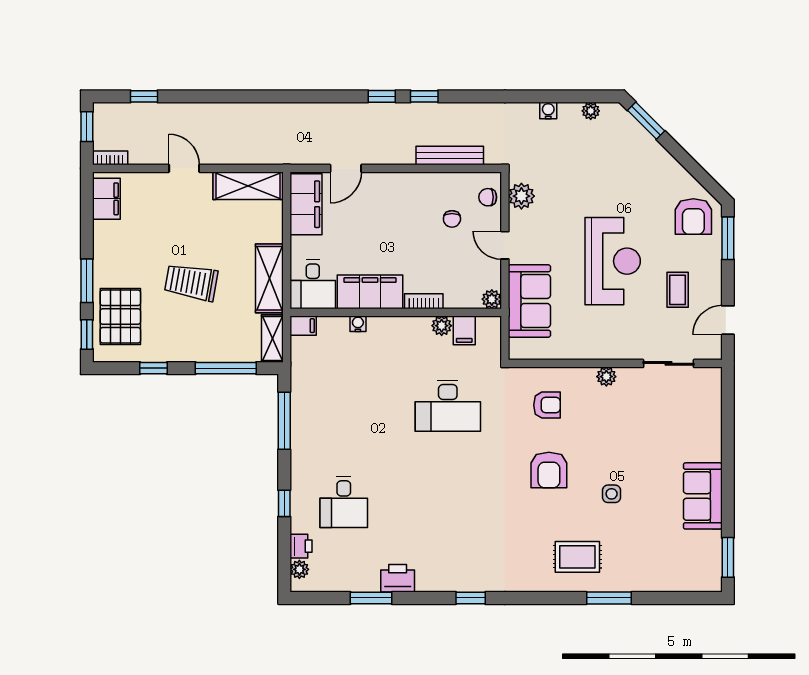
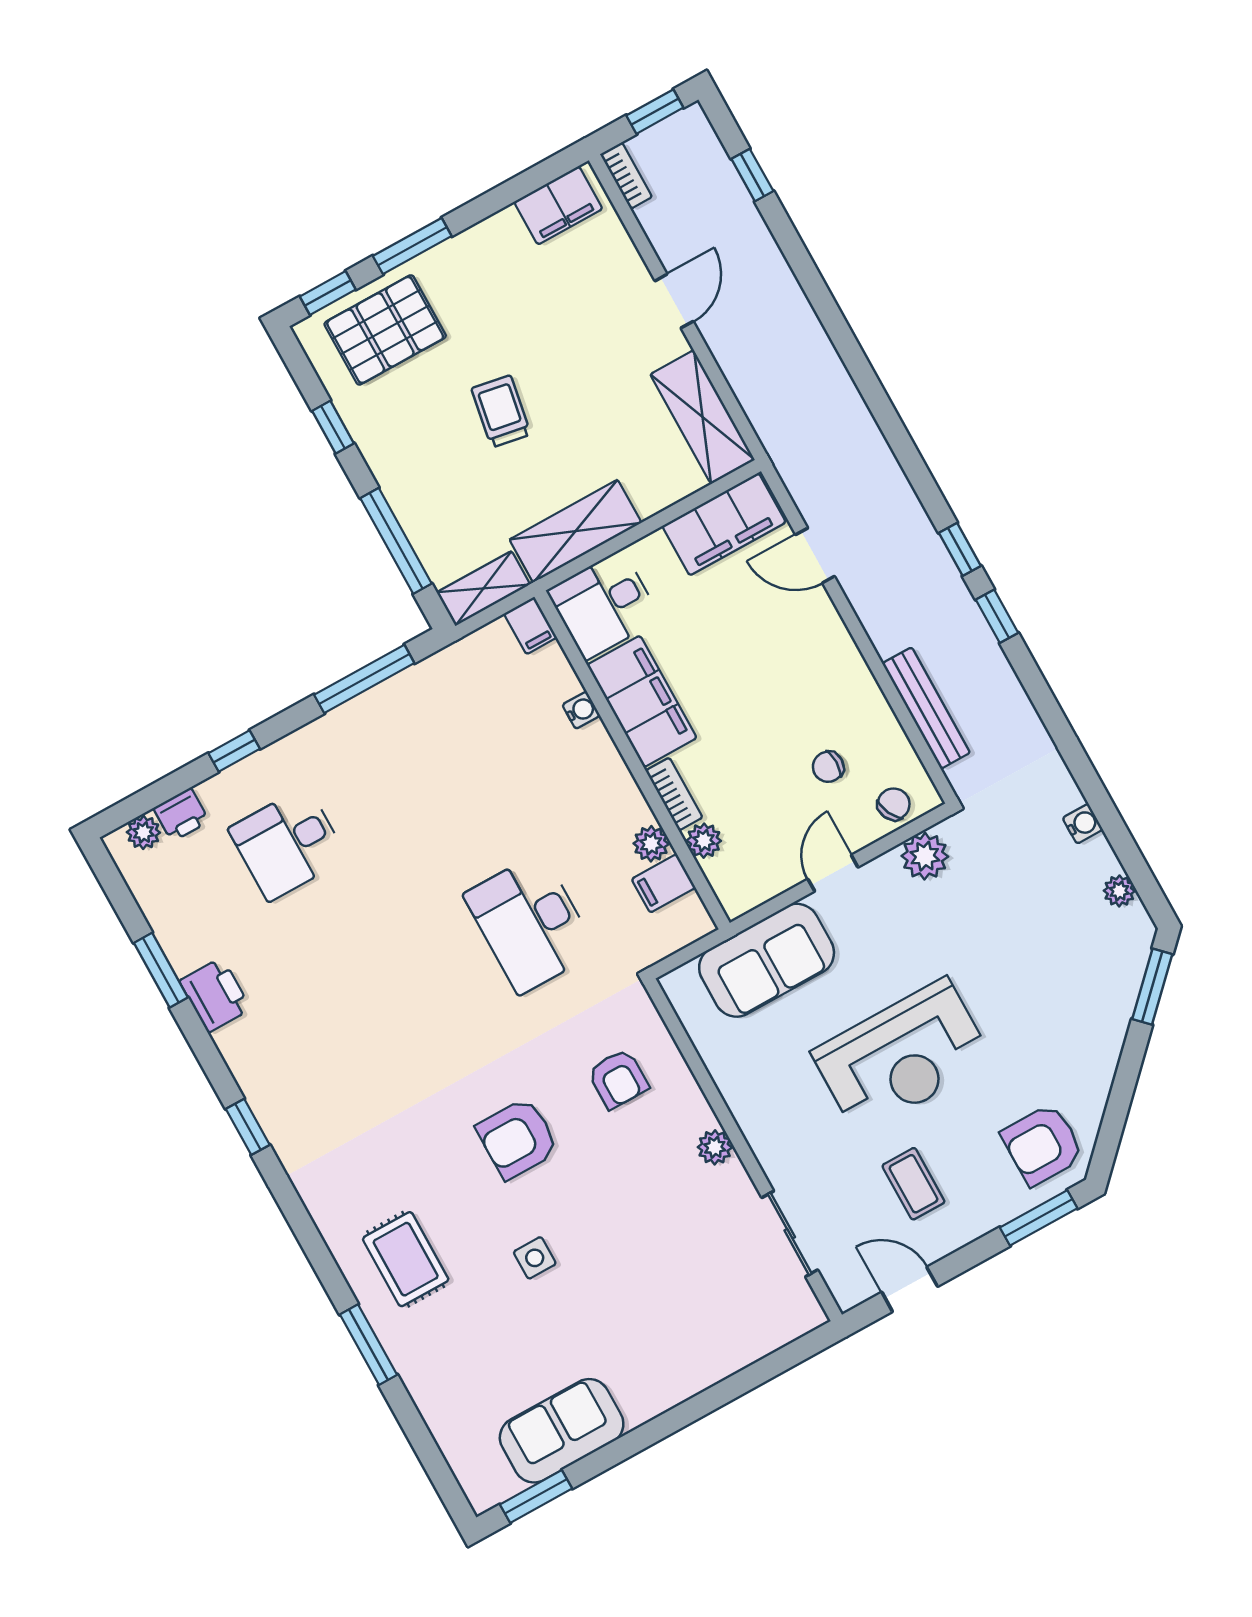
chair: (488, 197) -> (894, 804), turned 64
trolley: (191, 282) -> (501, 411), width x0.73, depth x0.72
coffee table: (678, 290) -> (913, 1184), turned 90
plant: (492, 299) -> (704, 841), moved
sofa: (703, 496) -> (562, 1431), moved

